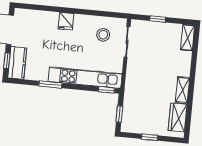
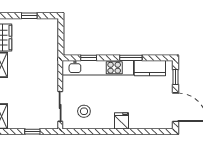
kitchen counter: (17, 63) -> (150, 68), moved, turned -90
window: (106, 90) -> (89, 58), moved
window: (119, 114) -> (61, 36), removed

